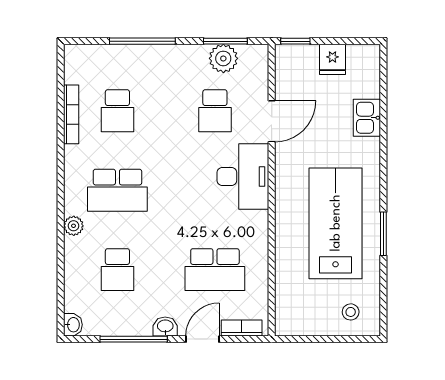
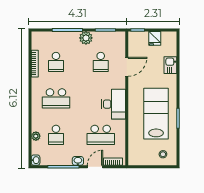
plant: (223, 58) -> (86, 38), moved
desk: (243, 177) -> (114, 104), moved
plant: (74, 226) -> (36, 136), moved

